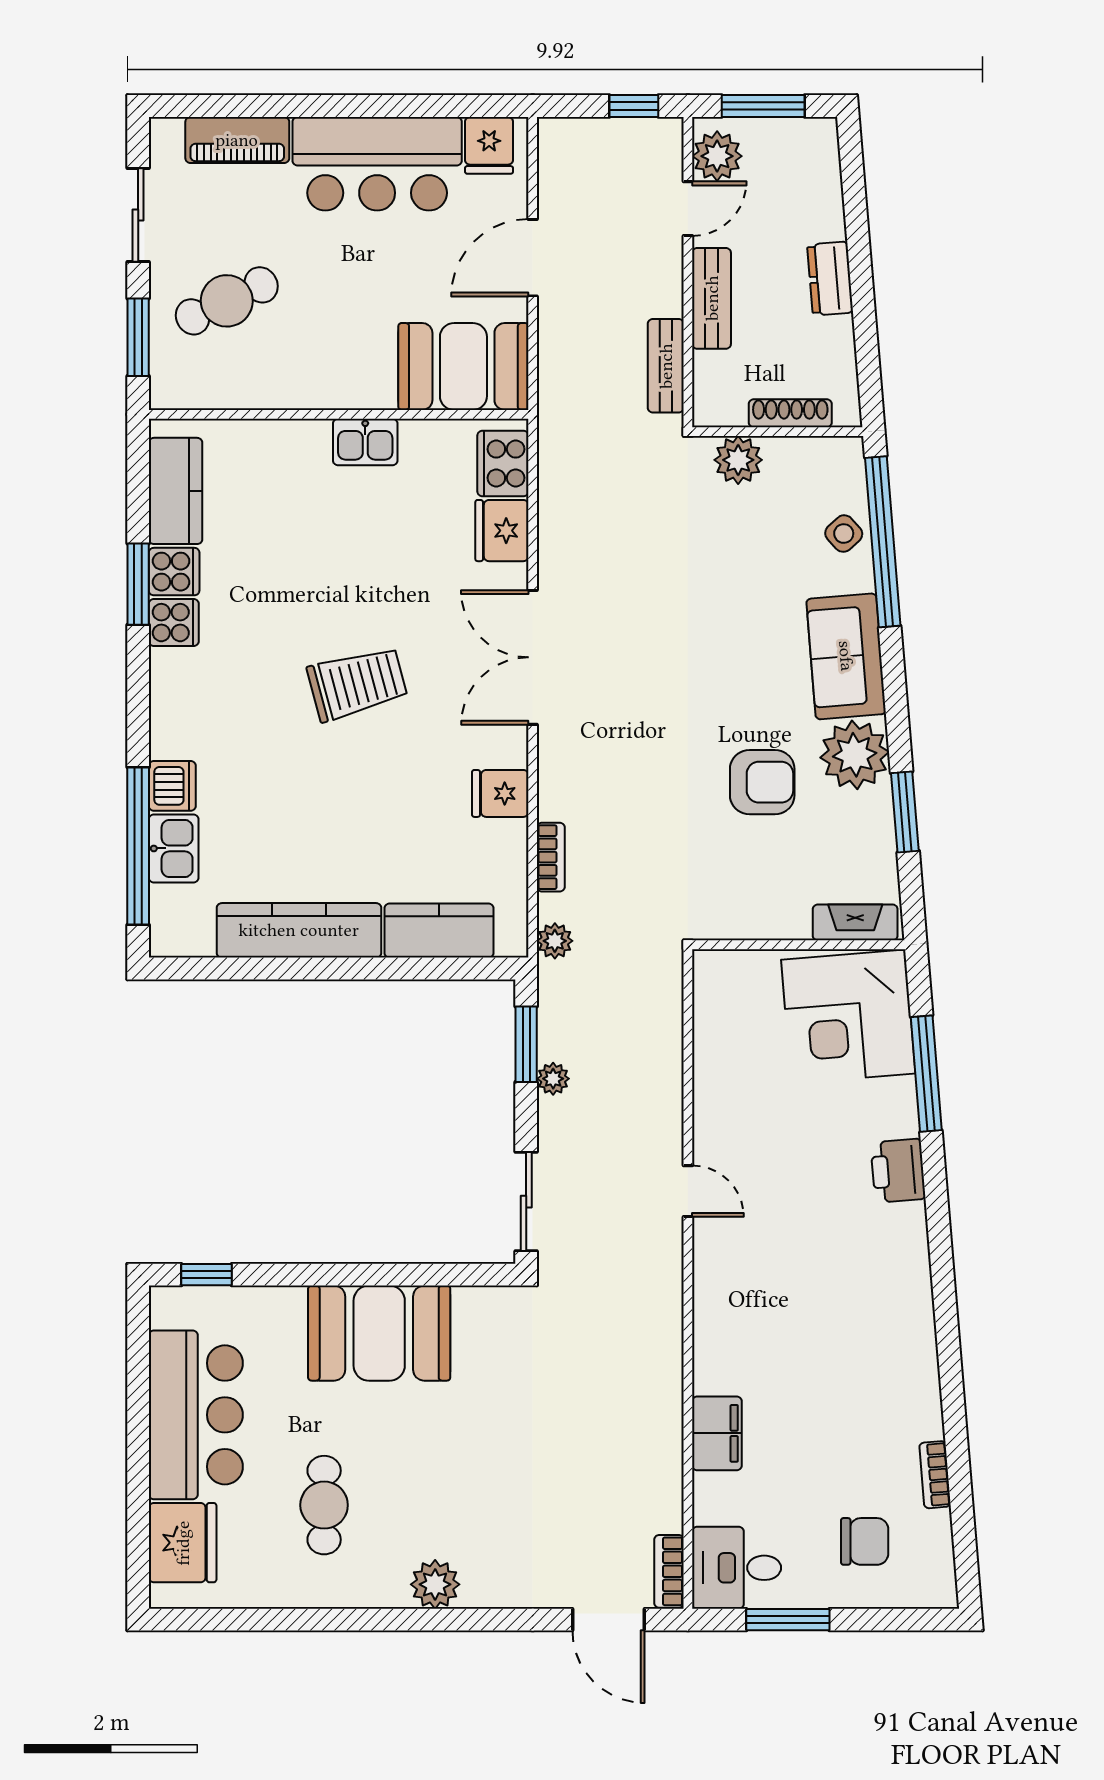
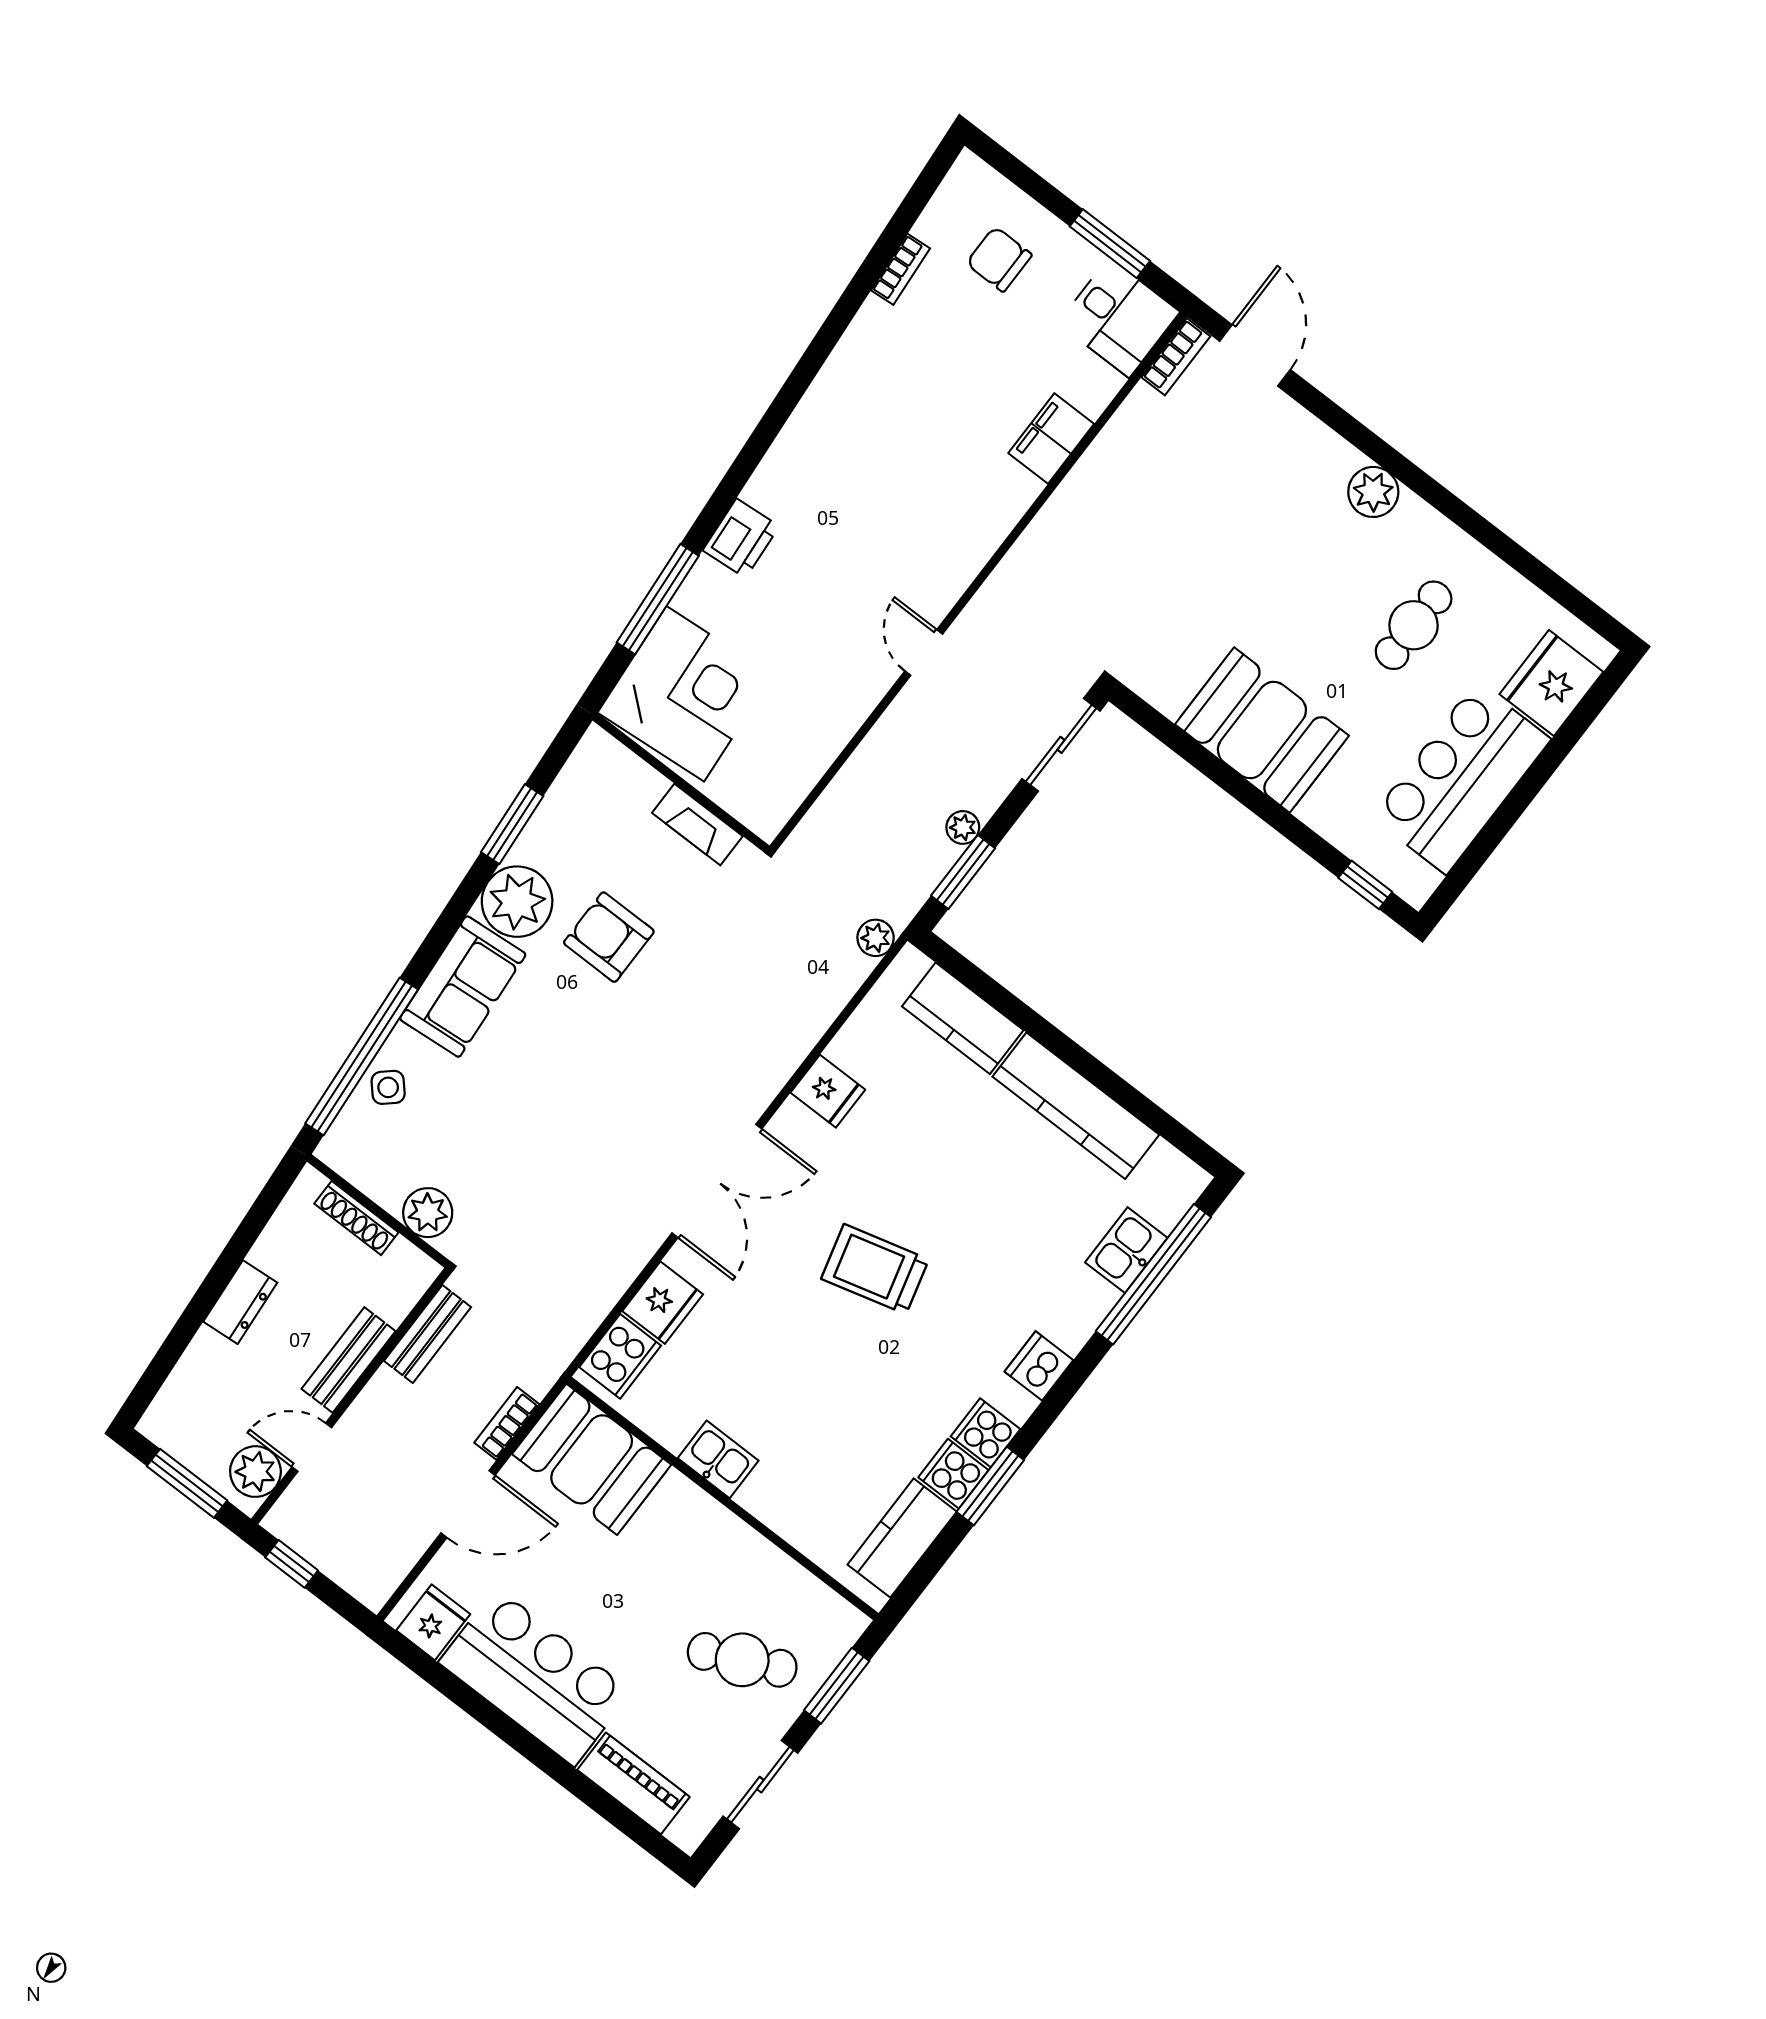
dishwasher: (172, 786) -> (1039, 1366), moved
bookcase: (551, 857) -> (507, 1423), moved
fireplace: (855, 922) -> (697, 824), moved

